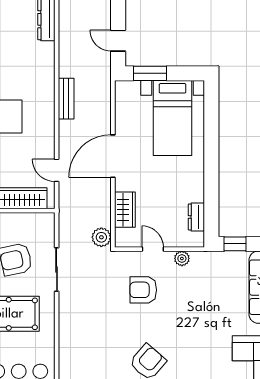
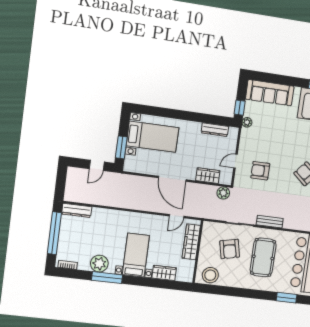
bench: (66, 99) -> (270, 222), moved
dresser: (196, 217) -> (215, 130), width x1.44
plant: (182, 258) -> (247, 122), moved
armchair: (143, 290) -> (260, 171), turned 90

